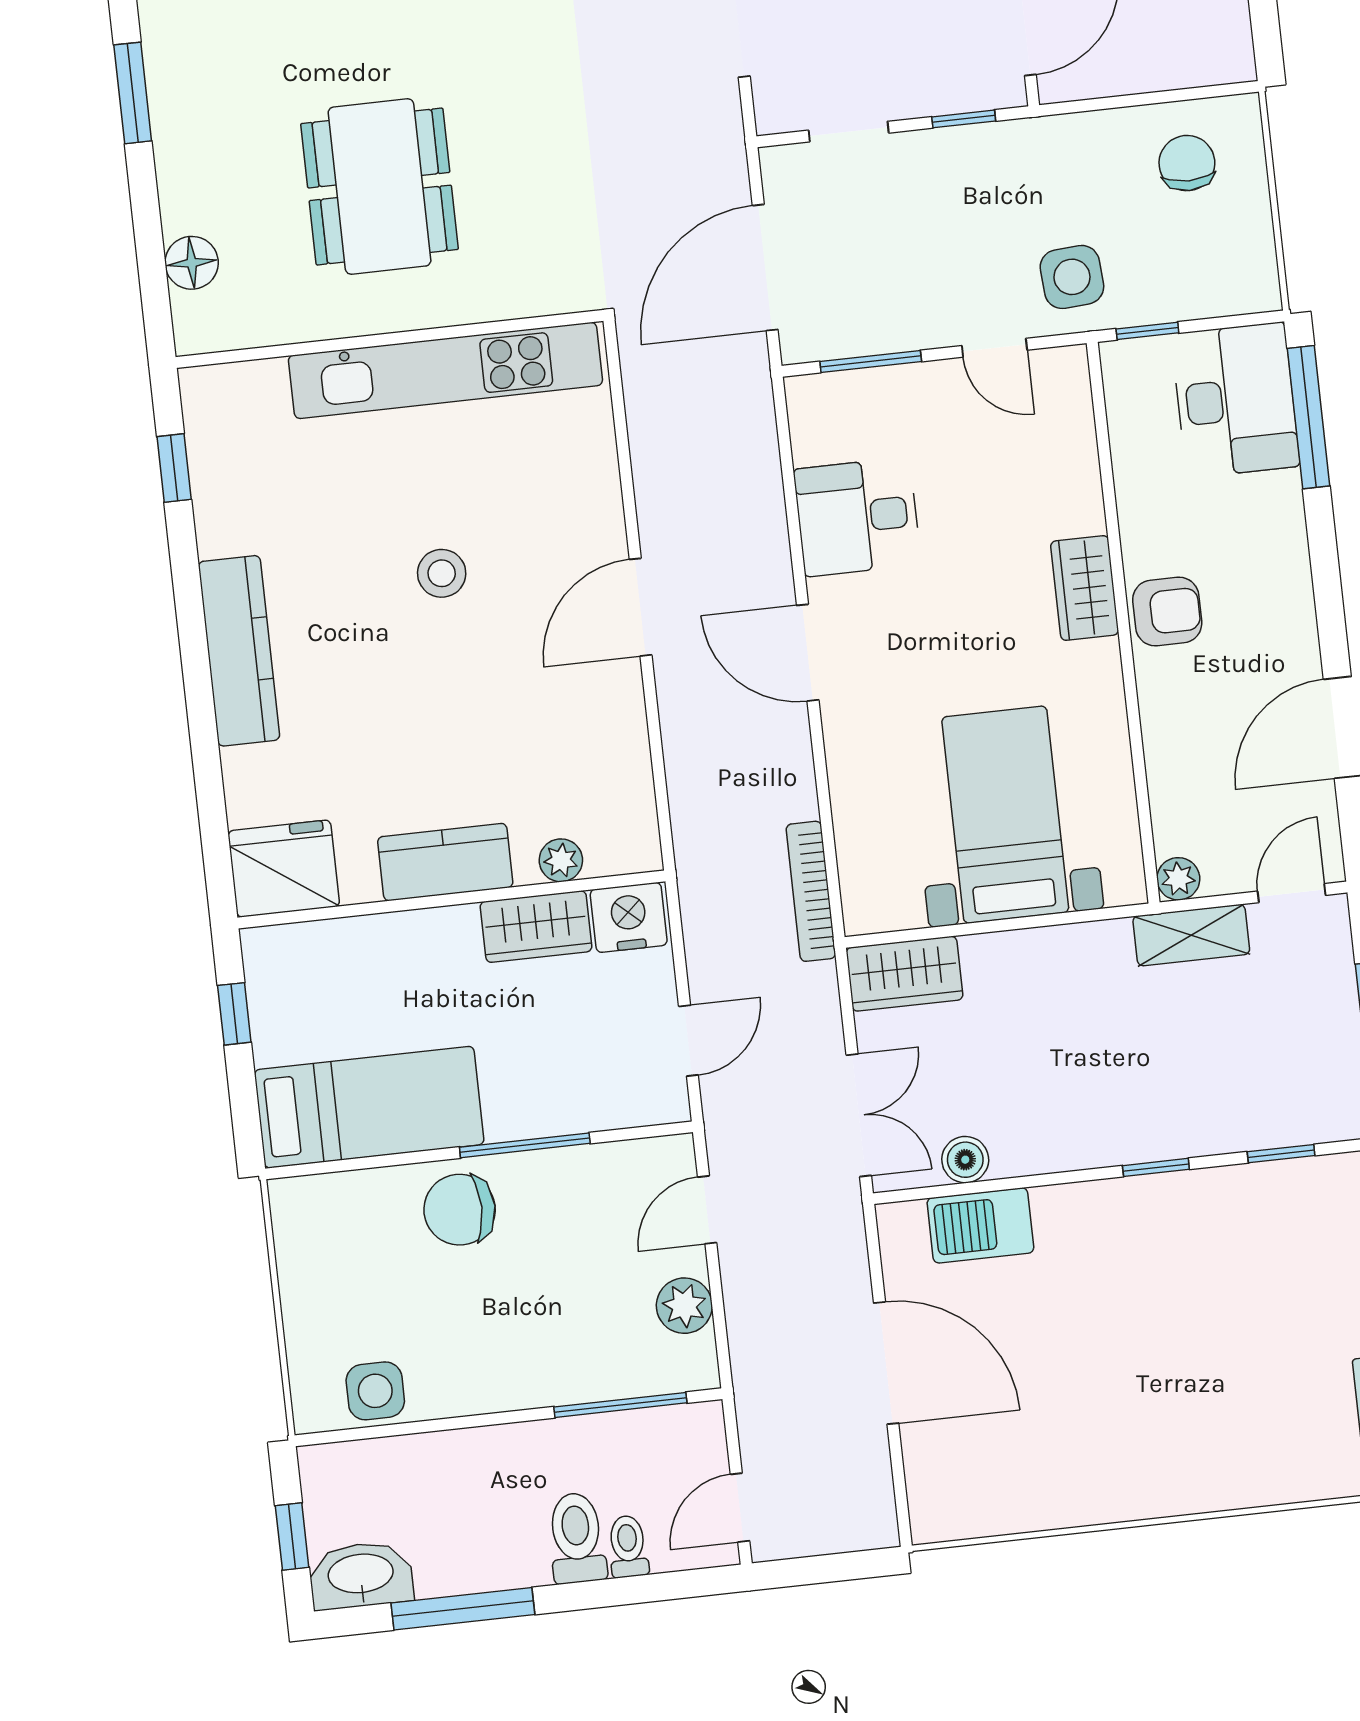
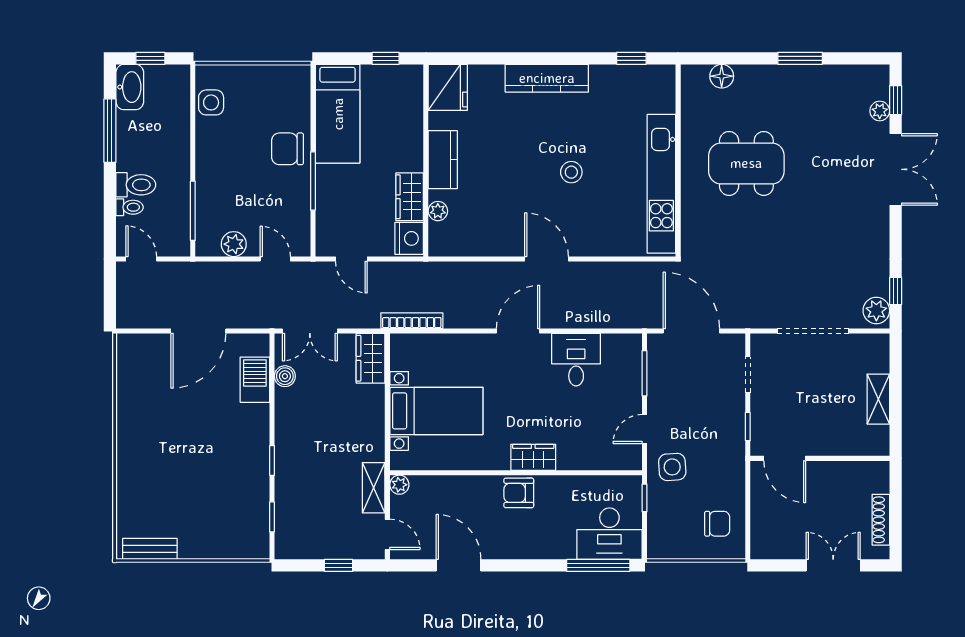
armchair: (1167, 611) -> (519, 493), turned 90
chair: (460, 1210) -> (288, 149), turned -90

